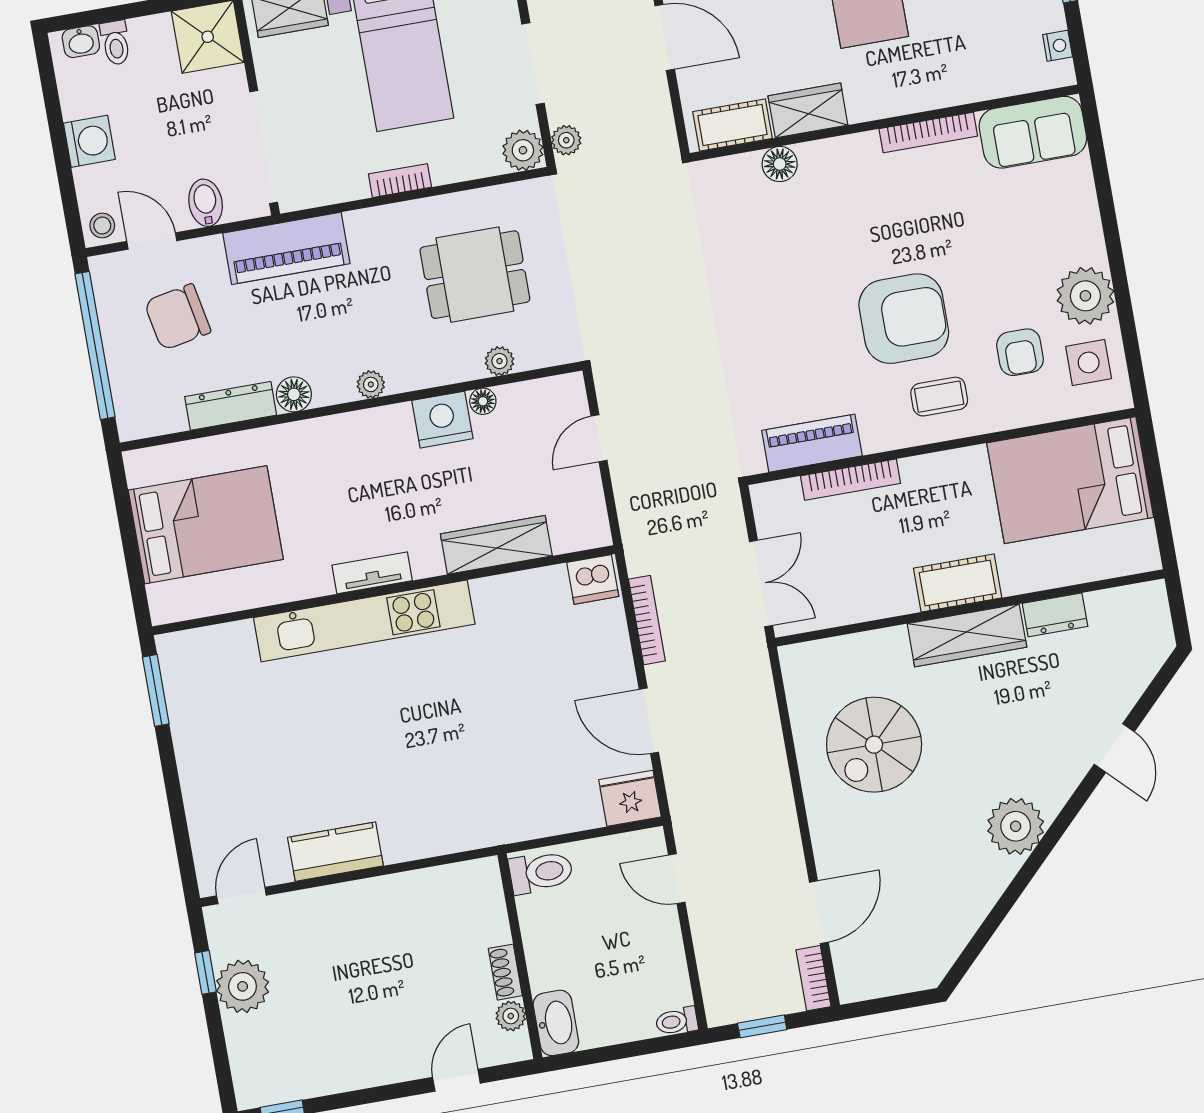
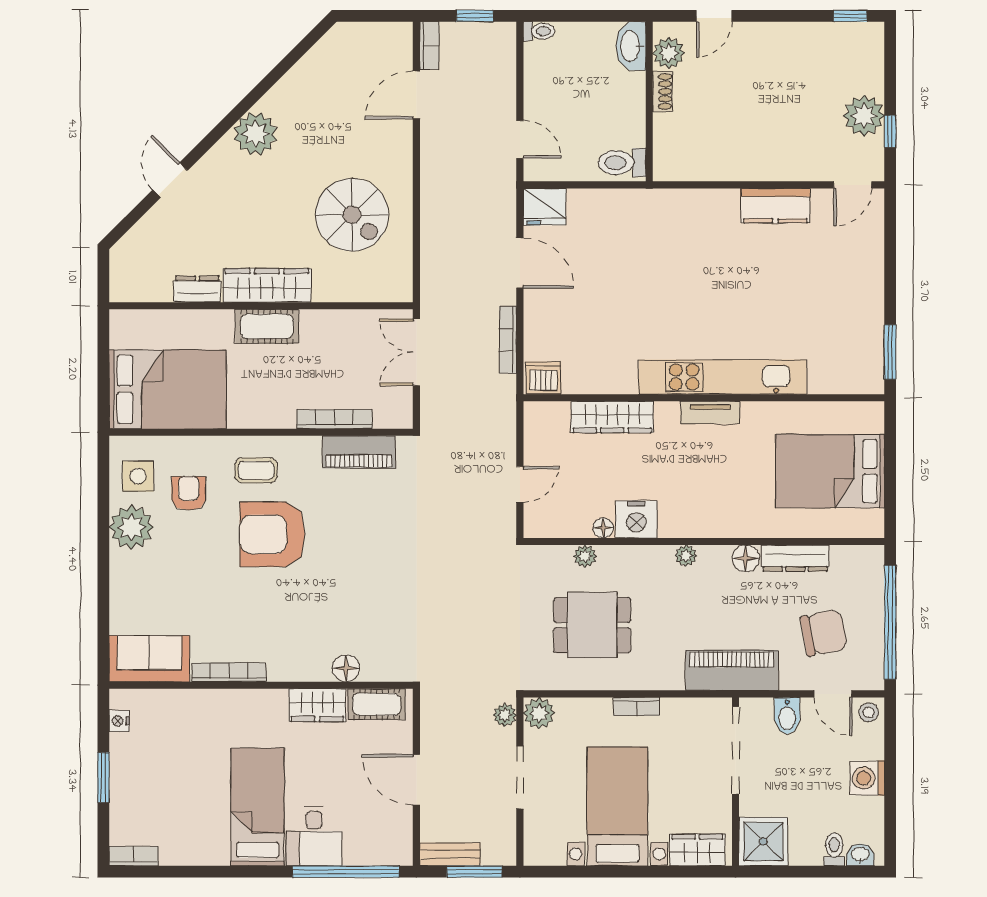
spiral stairs: (874, 745) -> (352, 215), turned 90
plant: (511, 1016) -> (669, 53), width x1.38, depth x1.38

